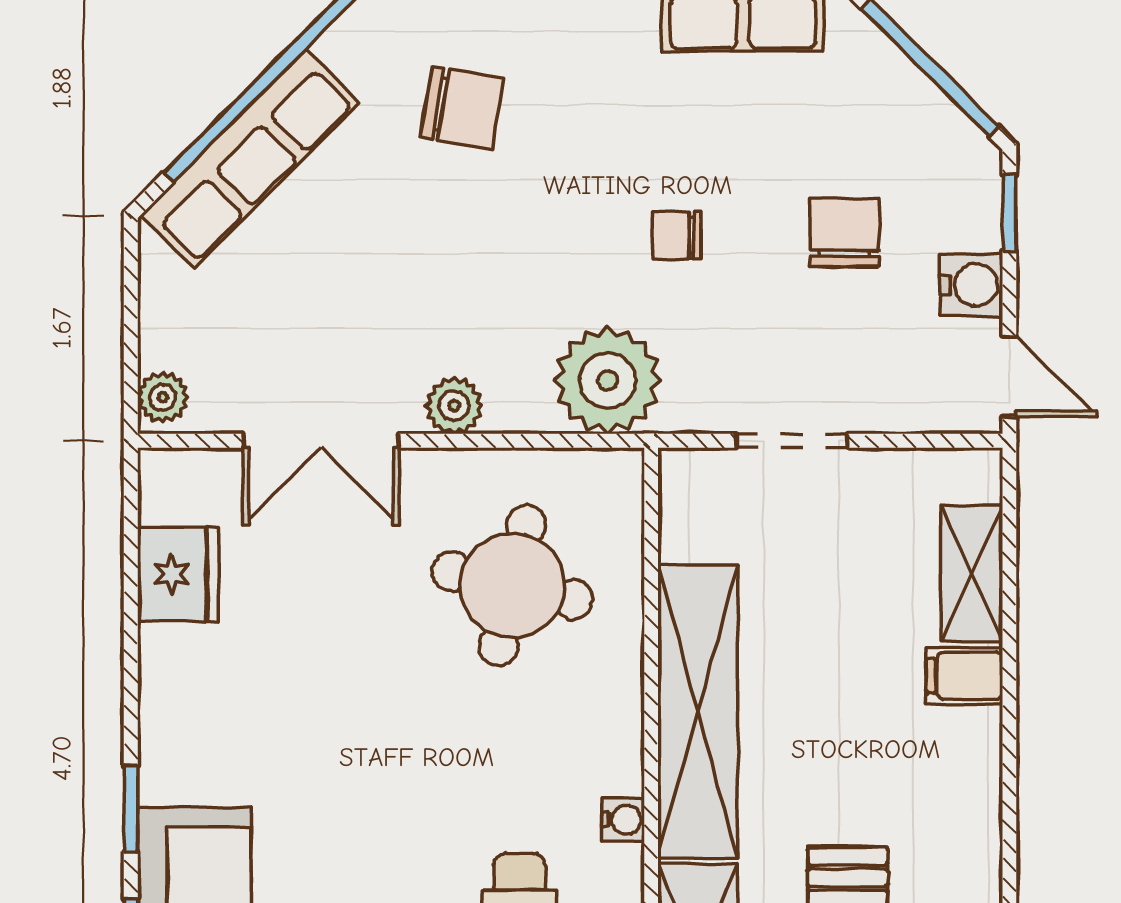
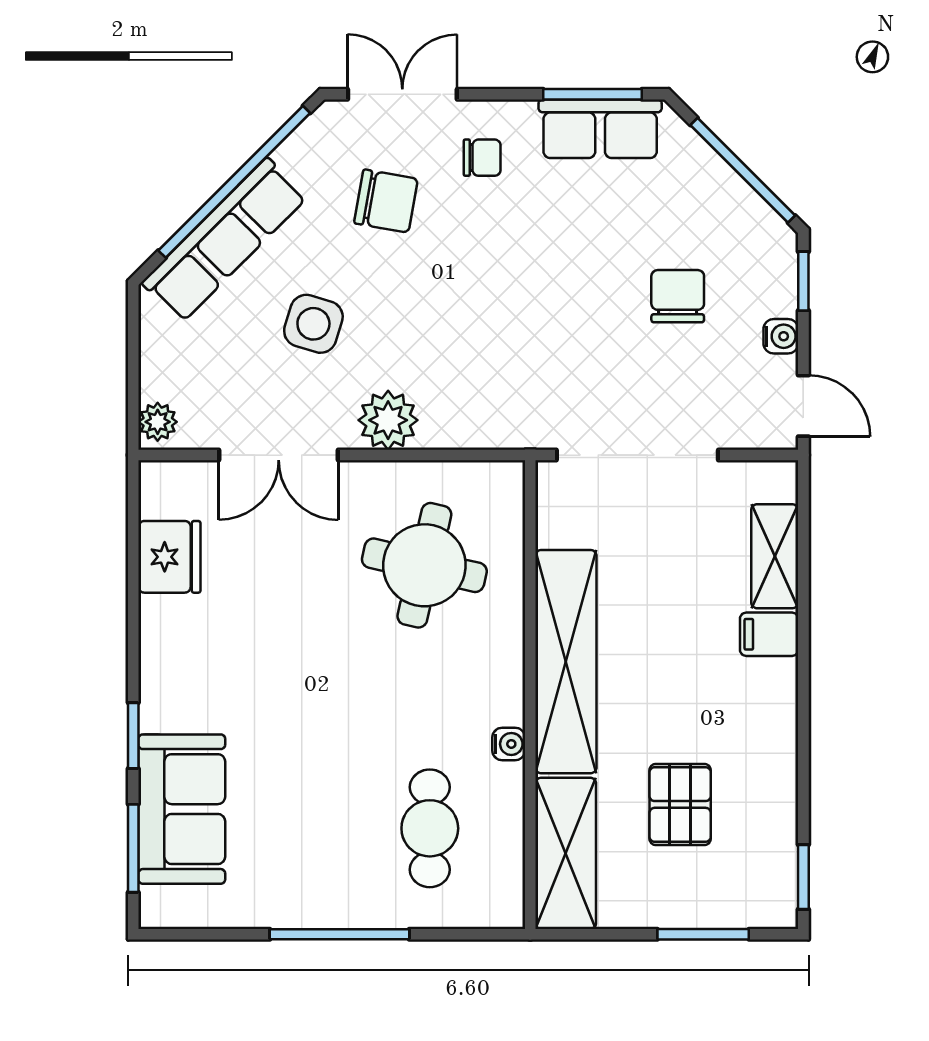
chair: (677, 235) -> (482, 158), moved, turned 180
side table: (367, 269) -> (313, 324), added
water cooler: (971, 285) -> (781, 336), width x0.72, depth x0.72
plant: (607, 380) -> (497, 409), removed
plant: (454, 406) -> (388, 420), width x1.38, depth x1.38
doorway: (792, 441) -> (637, 455), width x1.87

